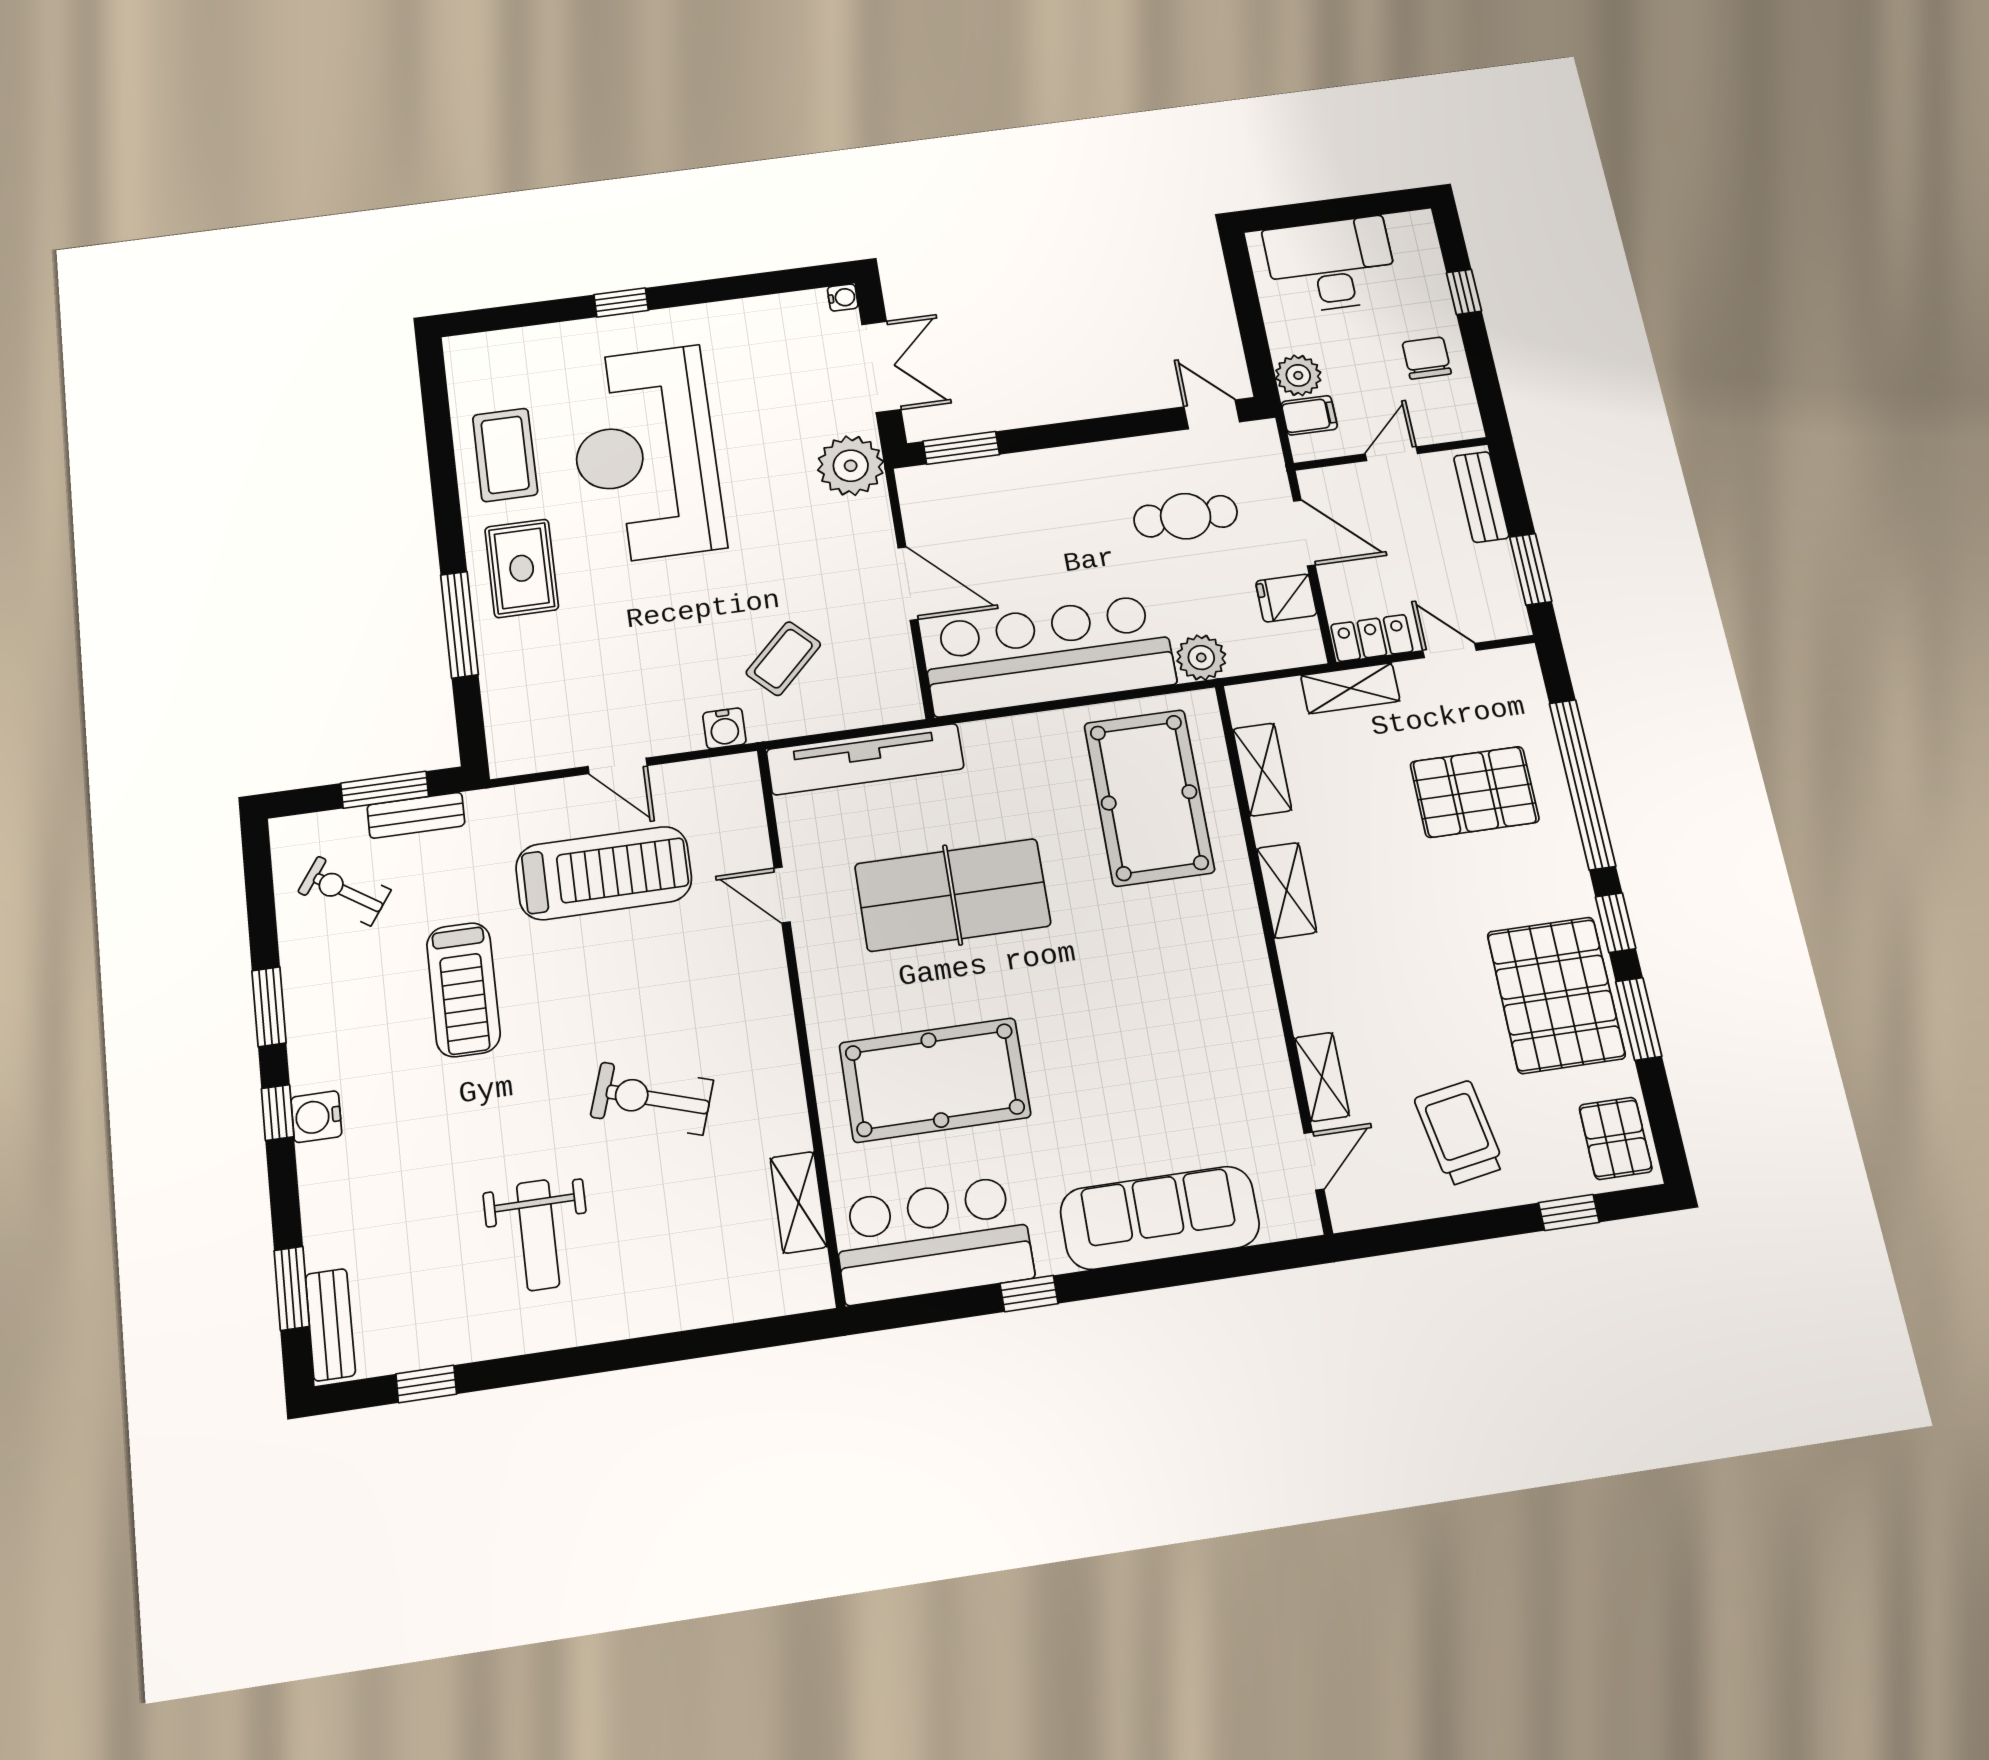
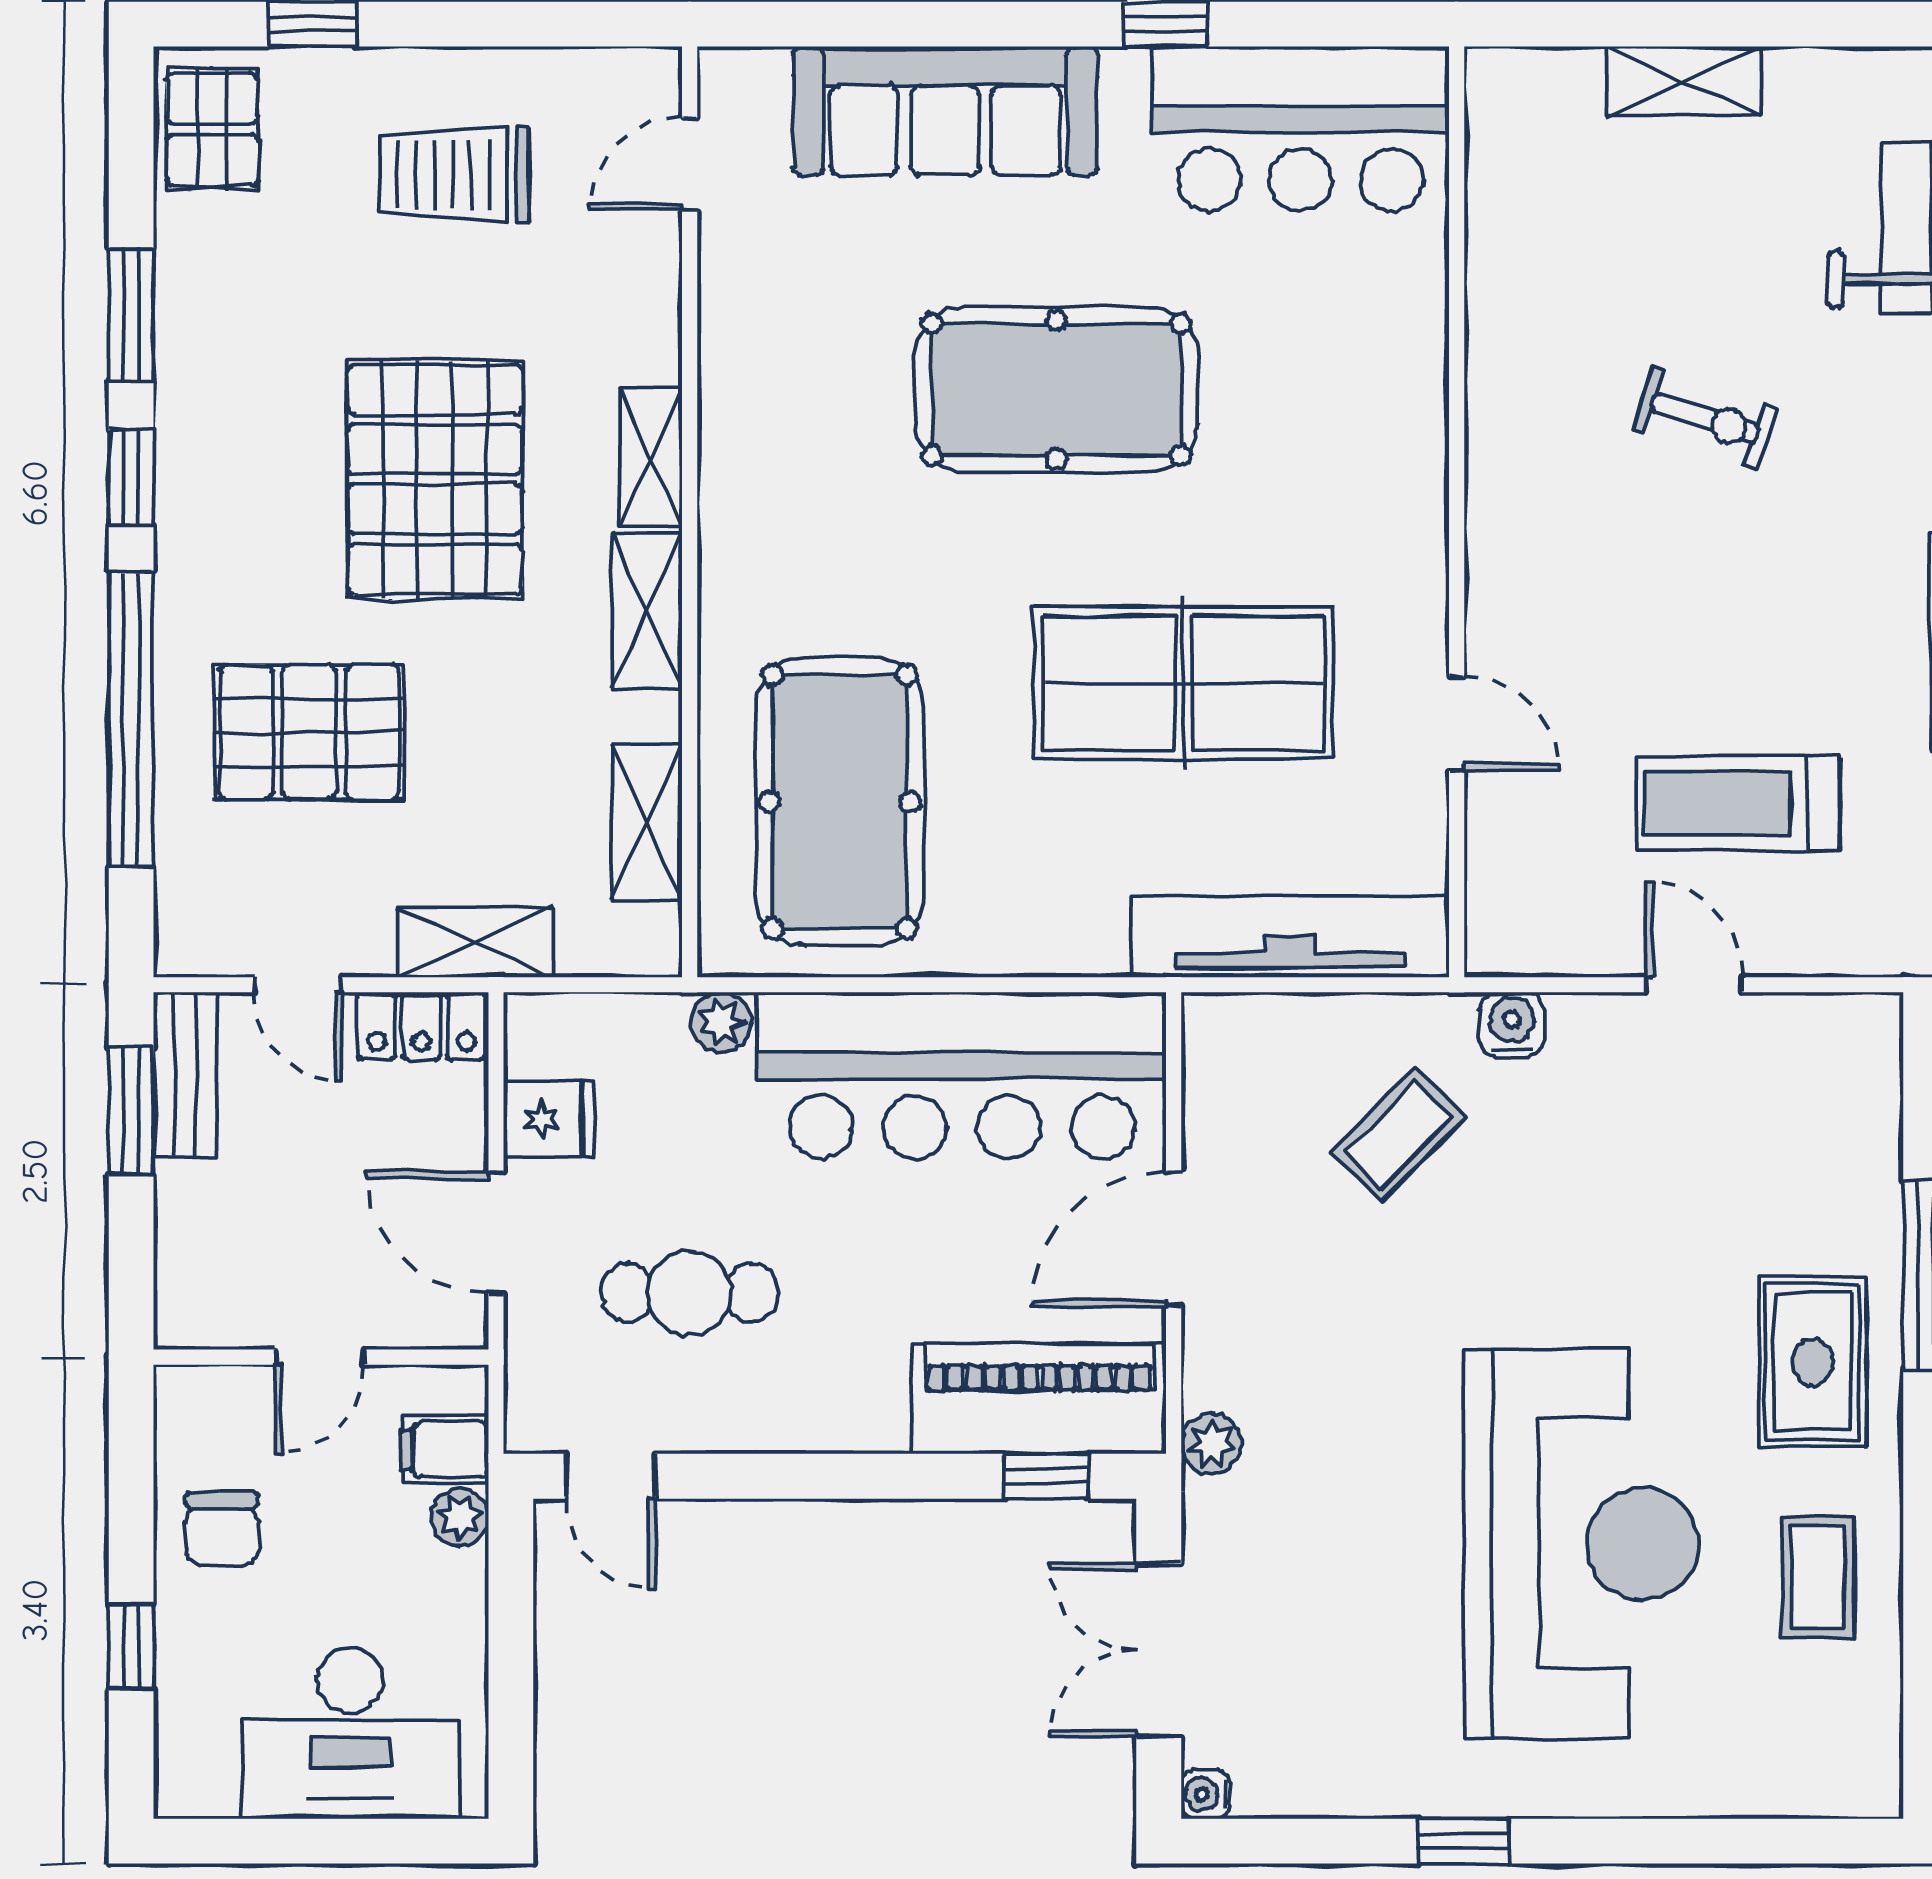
window: (621, 302) -> (1463, 1841), moved
plant: (1298, 375) -> (460, 1517), width x0.73, depth x0.73
window: (961, 448) -> (1046, 1476), width x0.67
coffee table: (505, 455) -> (1818, 1577), width x0.73, depth x0.77
plant: (851, 466) -> (1211, 1444), width x0.53, depth x0.53
piano: (972, 488) -> (1039, 1399), added
bench: (1481, 497) -> (185, 1075), moved
door: (908, 584) -> (1174, 1239), hinge flipped
plant: (1201, 658) -> (721, 1022), width x0.73, depth x0.73
treadmill: (604, 873) -> (1737, 804), width x0.73, depth x0.73
pallet: (1556, 995) -> (435, 479), moved
shelving: (1322, 1077) -> (651, 457), moved
pool table: (935, 1080) -> (1056, 390), moved
exercise bike: (652, 1099) -> (1705, 418), width x0.73, depth x0.72
trolley: (1459, 1133) -> (454, 174), turned 100
shelving: (799, 1202) -> (1684, 81), moved, turned 90

